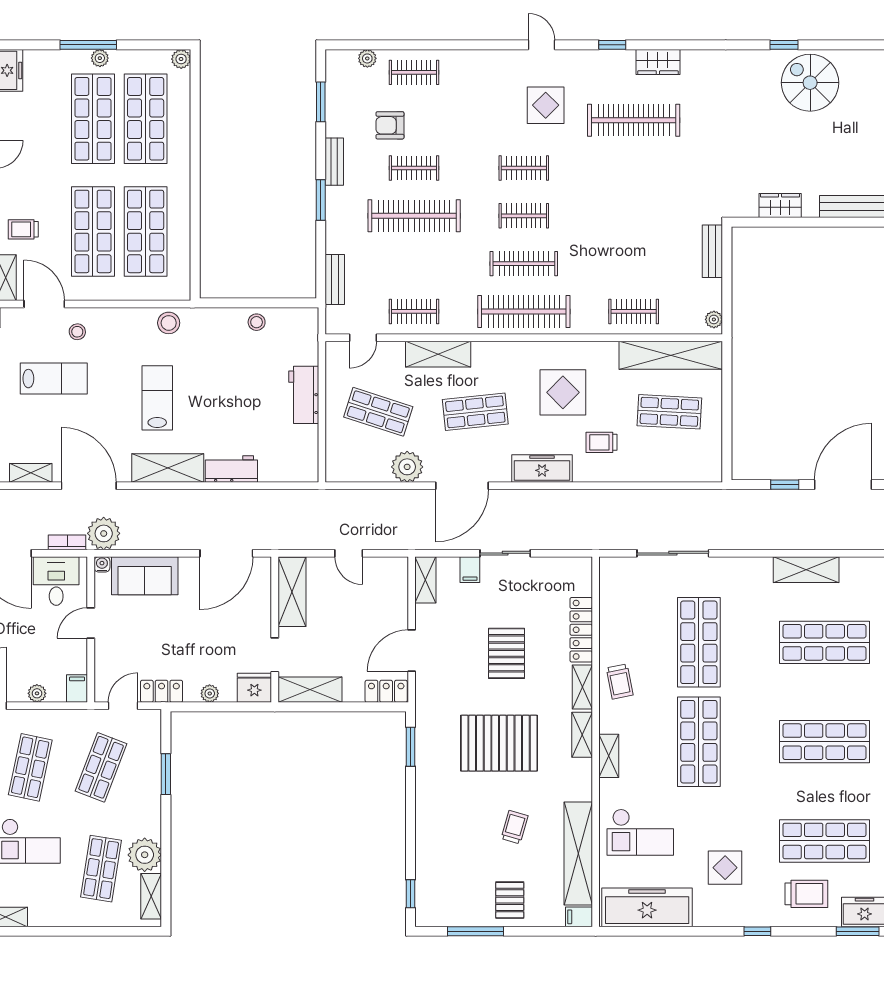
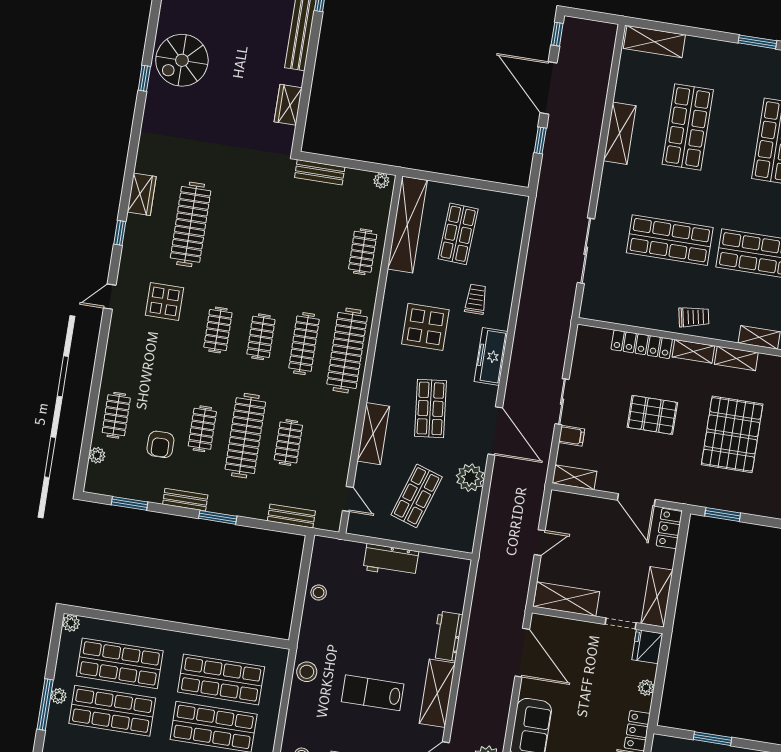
clothes rail: (414, 311) -> (288, 442), moved
trolley: (602, 442) -> (476, 299), turned 180

